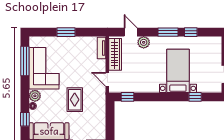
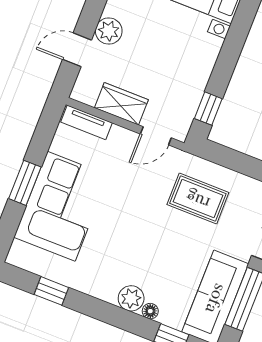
wardrobe: (115, 54) -> (121, 104), width x0.67
window: (25, 61) -> (51, 291), width x0.46
corner sofa: (44, 68) -> (61, 206), moved, turned 90
rug: (75, 100) -> (198, 199), moved

